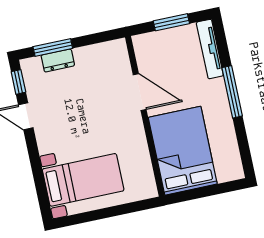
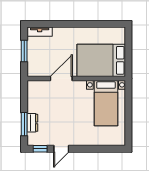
tv unit: (210, 49) -> (40, 32), width x0.71
window: (232, 92) -> (73, 24), removed
bed with nightstands: (83, 180) -> (106, 103), moved, turned 180

